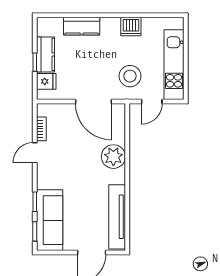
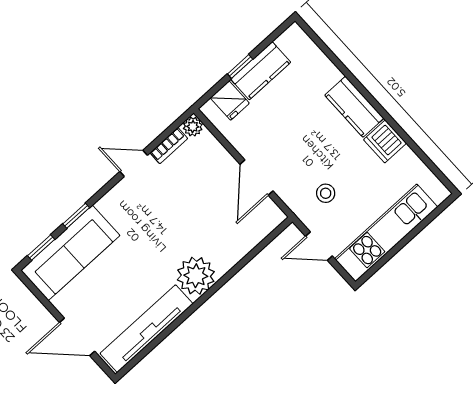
kitchen counter: (82, 26) -> (354, 107), moved
stool: (130, 76) -> (326, 193), width x0.53, depth x0.53
door: (93, 102) -> (257, 178), width x0.73
plant: (43, 110) -> (193, 127), added
plant: (113, 157) -> (196, 276), moved

